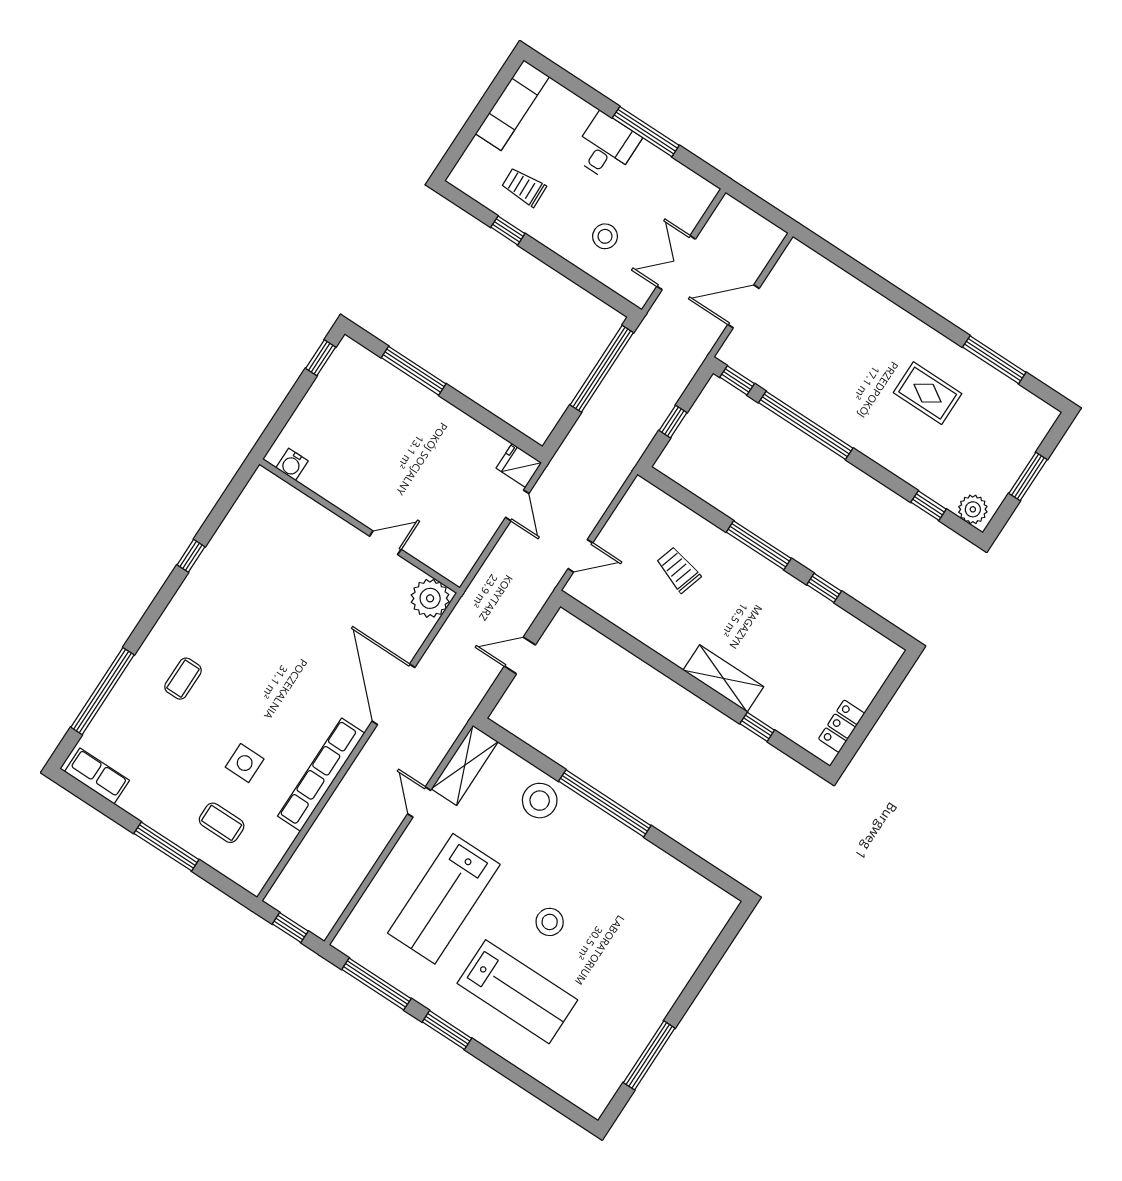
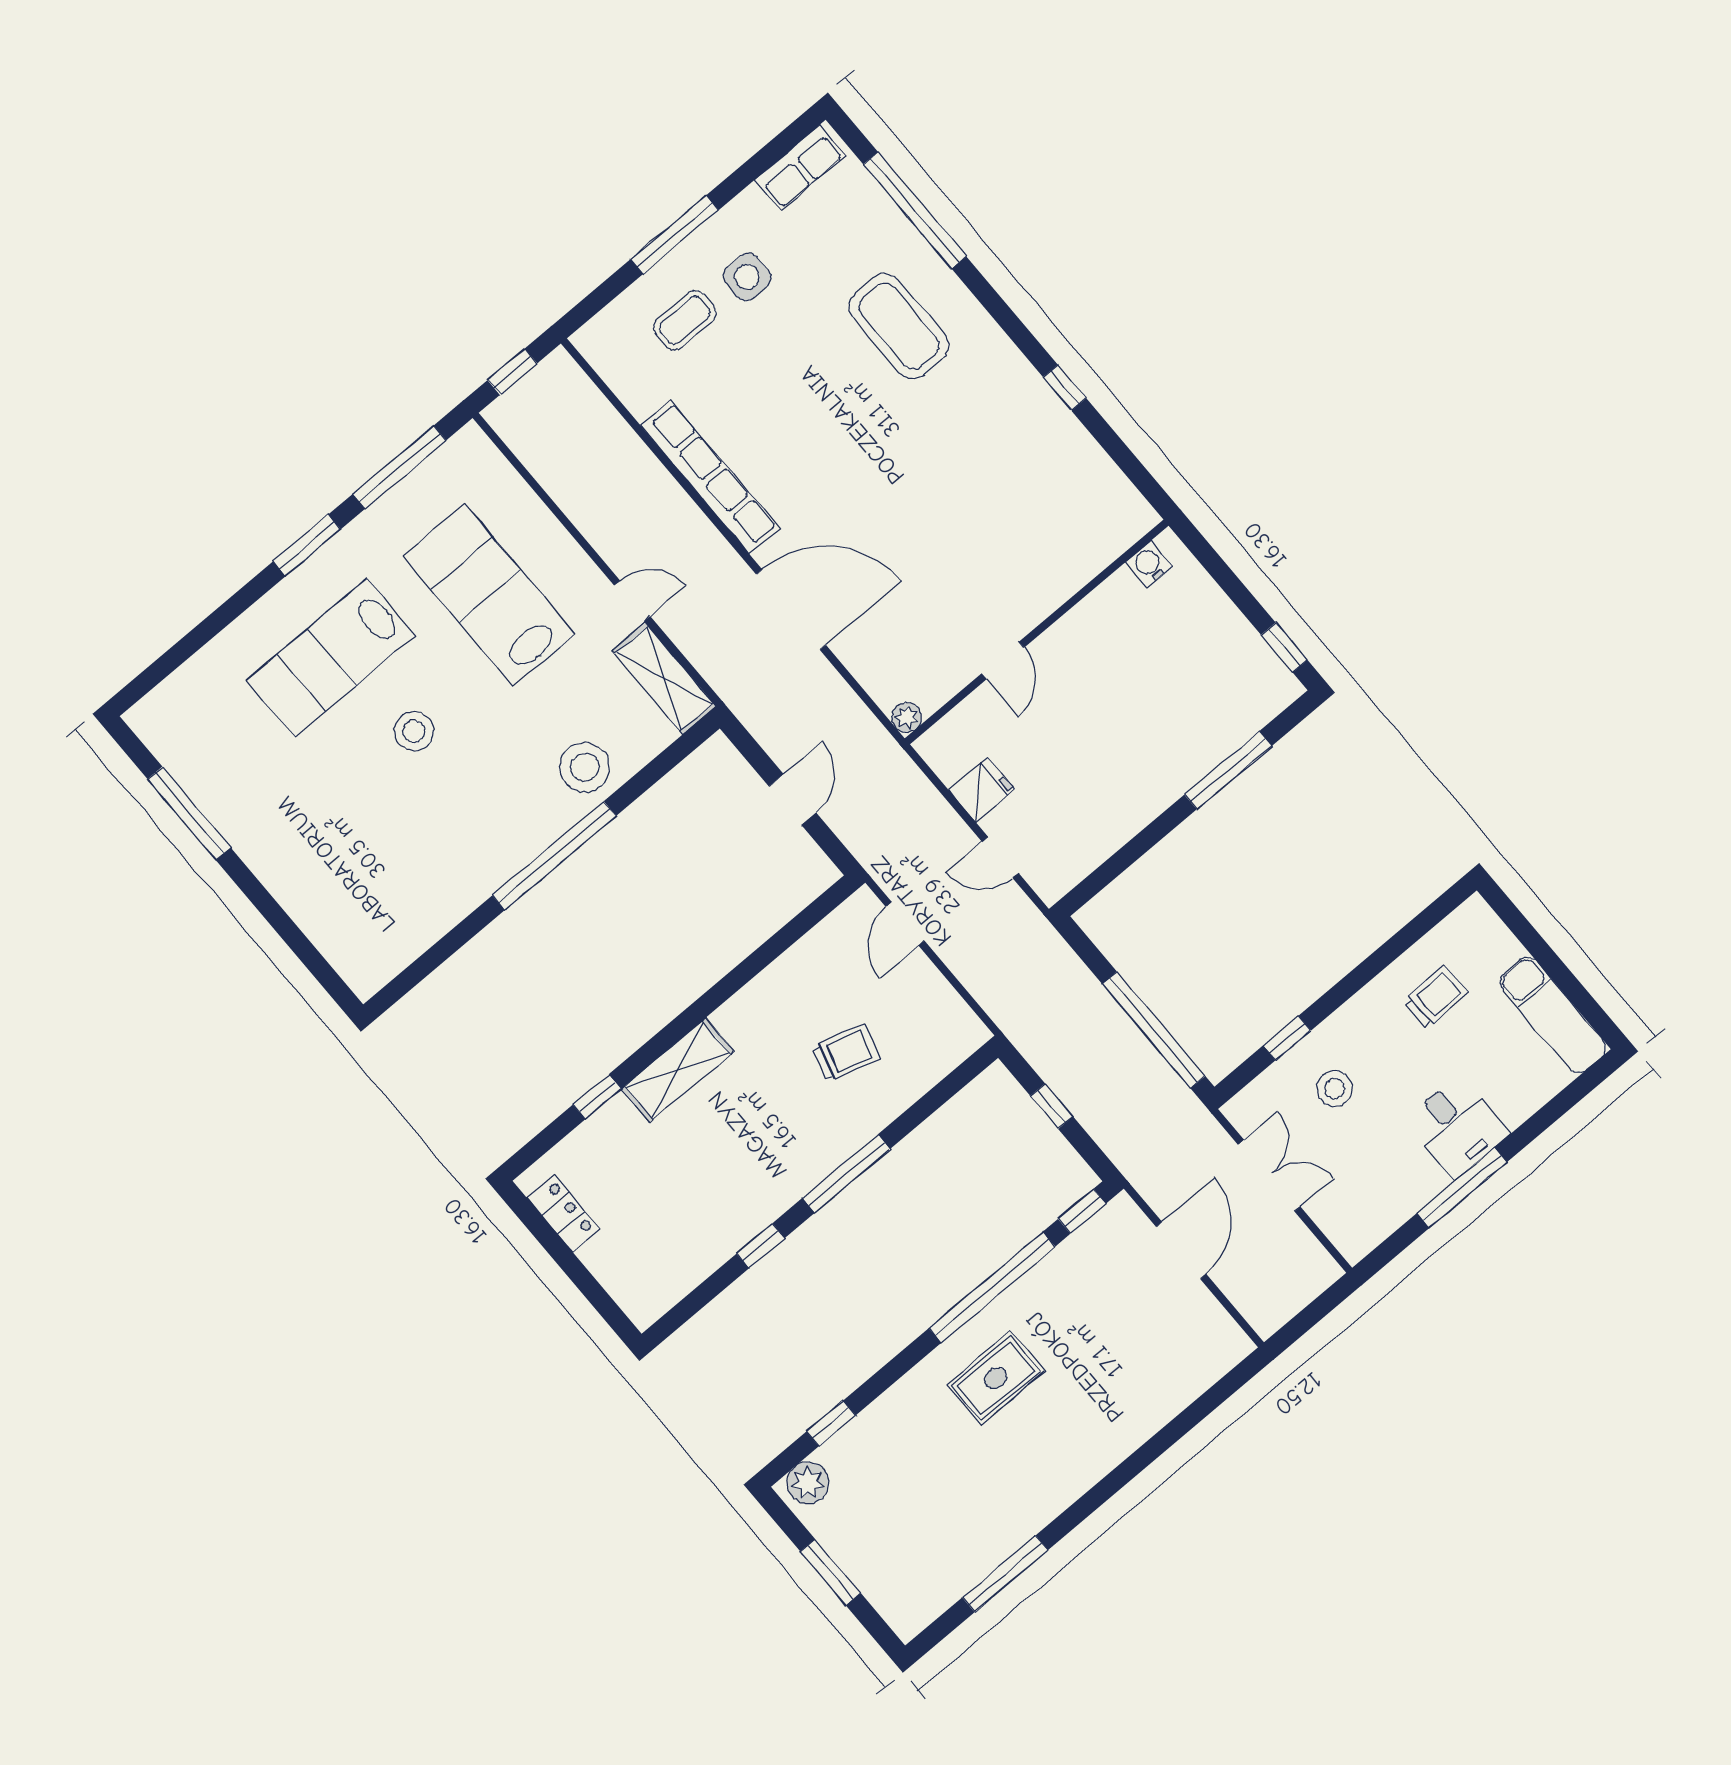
window: (508, 230) -> (1287, 1038), moved
rug: (928, 393) -> (996, 1378), moved
fridge: (519, 465) -> (981, 790), moved
plant: (430, 598) -> (907, 718), width x0.53, depth x0.53
coffee table: (183, 679) -> (899, 326), width x1.86, depth x1.72
side table: (245, 763) -> (747, 277), moved

